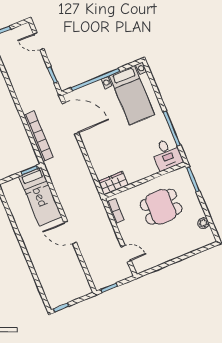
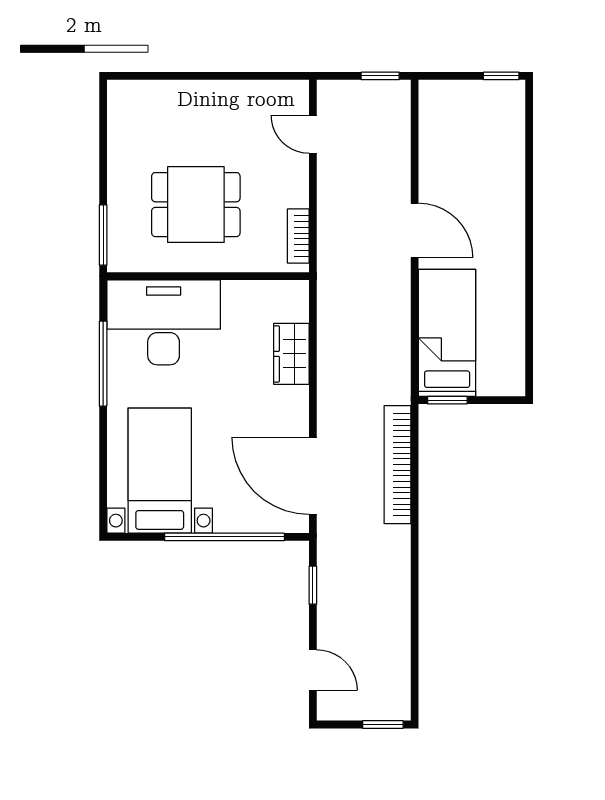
desk: (167, 154) -> (164, 322), width x1.87, depth x1.30
wardrobe: (113, 183) -> (291, 354), moved, turned 90
plant: (203, 223) -> (120, 131), removed

